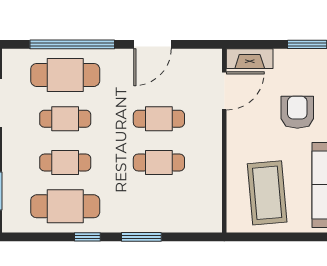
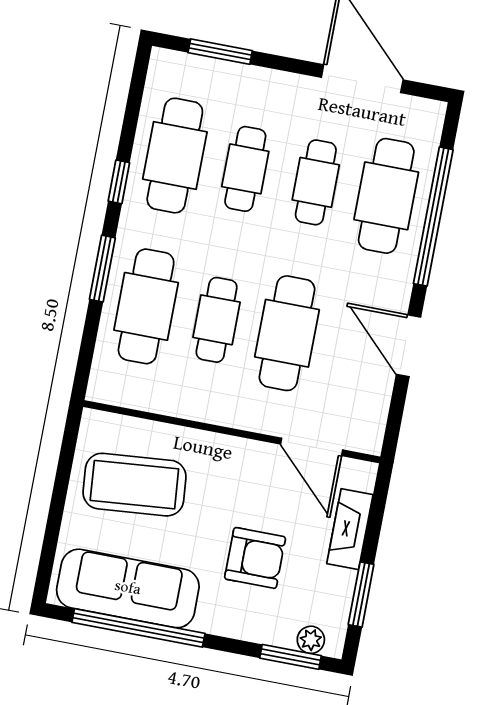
fireplace: (250, 59) -> (350, 529), moved
cafe table: (159, 119) -> (287, 333), width x1.37, depth x1.35
cafe table: (159, 206) -> (146, 306), added

